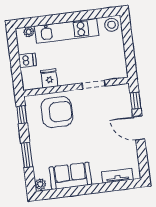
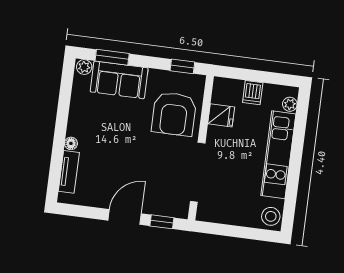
doorway: (94, 85) -> (198, 172), width x1.87
window: (27, 155) -> (112, 57), moved
sofa: (70, 176) -> (119, 80), moved, turned 90
floor lamp: (97, 179) -> (71, 143), added

